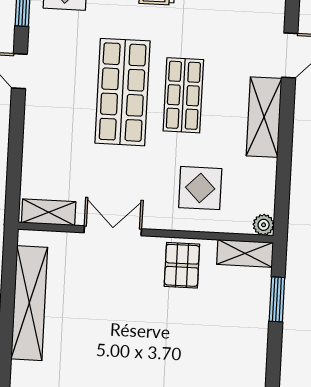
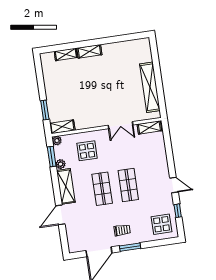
shop shelf: (123, 92) -> (128, 185), width x0.70, depth x0.74
plant: (266, 170) -> (61, 164), added
window: (283, 191) -> (52, 157), added
pallet: (182, 265) -> (88, 116), removed

